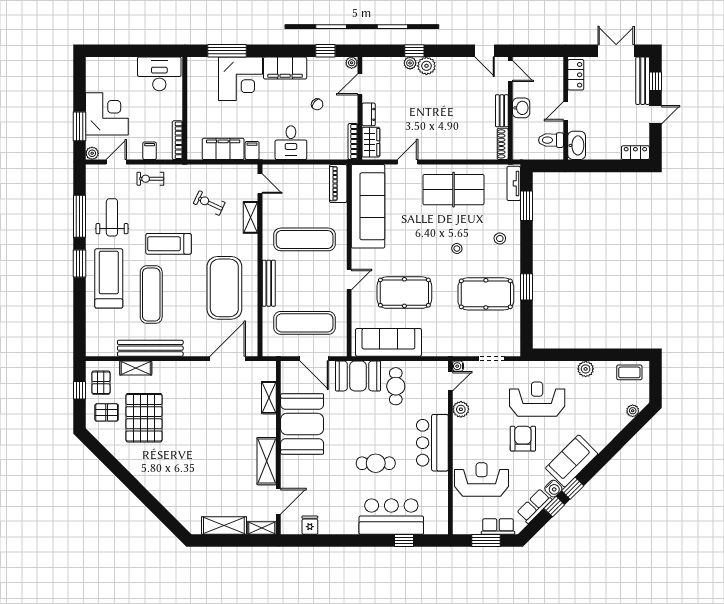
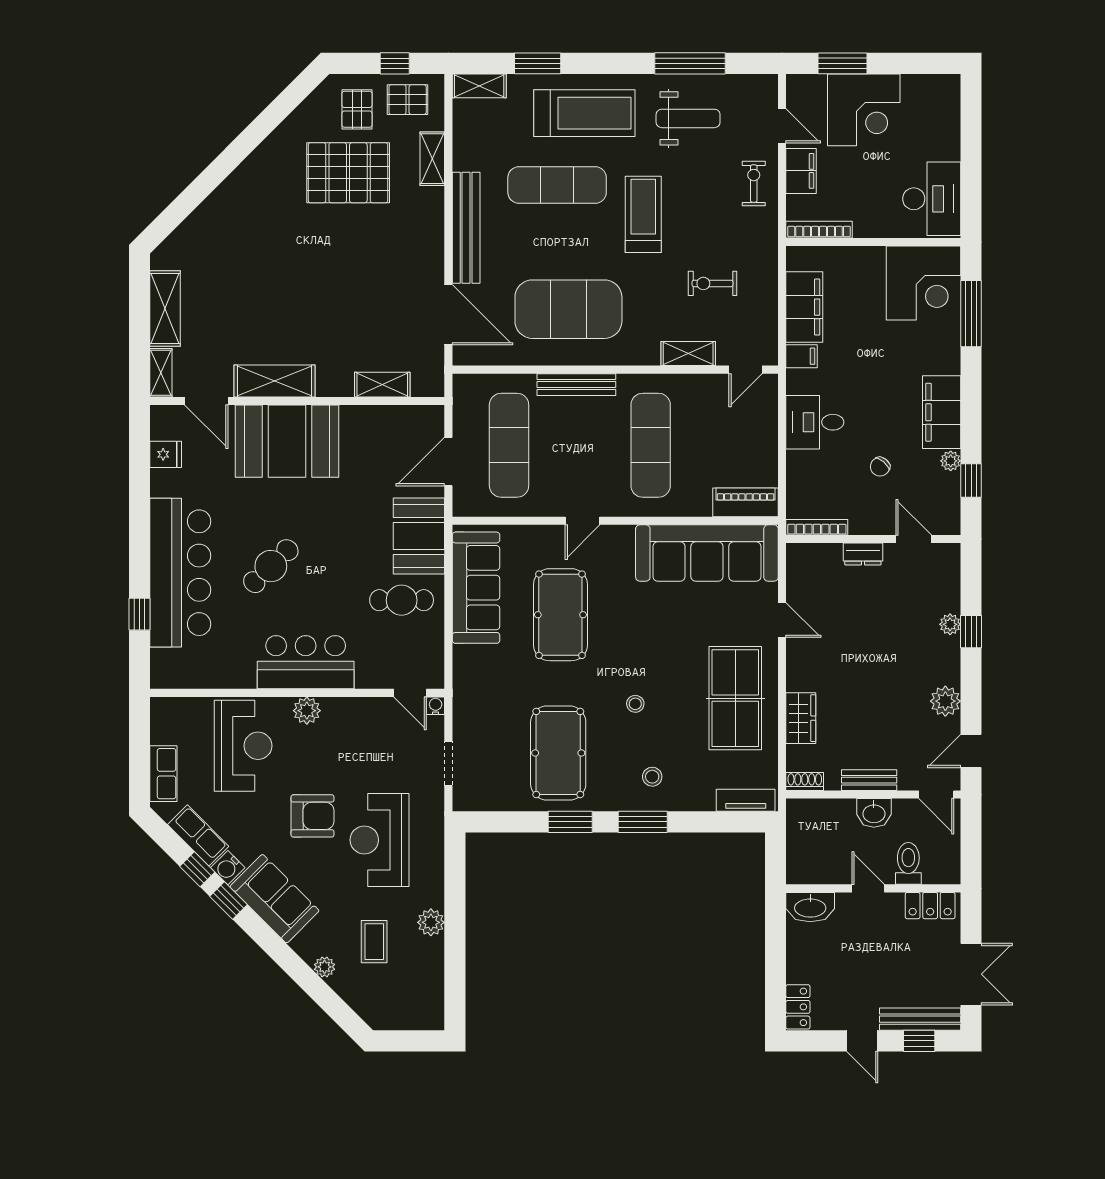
plant: (352, 63) -> (951, 461), moved
plant: (426, 66) -> (945, 701), moved
door: (510, 71) -> (936, 795), hinge flipped
corner desk: (240, 79) -> (923, 283), moved, turned -90
toilet: (551, 140) -> (908, 863), moved
wardrobe: (371, 142) -> (801, 718), moved, turned -90
shoe rack: (503, 144) -> (805, 782), width x0.70
filing cabinet: (150, 151) -> (801, 171), width x2.00
plant: (92, 153) -> (797, 85), removed
exercise bike: (209, 203) -> (712, 283), turned -115
window: (526, 206) -> (643, 822), moved
window: (80, 264) -> (538, 63), moved
door: (349, 280) -> (583, 521), hinge flipped
shelving: (93, 340) -> (479, 86), added
bench: (150, 348) -> (466, 228), moved
coffee table: (629, 372) -> (374, 942), moved
reception desk: (537, 399) -> (380, 840), turned 180
plant: (461, 409) -> (307, 711), moved
plant: (633, 411) -> (325, 967), moved
booth: (302, 424) -> (287, 441), moved
cafe table: (376, 463) -> (271, 566), turned 46
bar counter: (391, 517) -> (180, 573), width x1.36
window: (486, 541) -> (139, 753), removed

